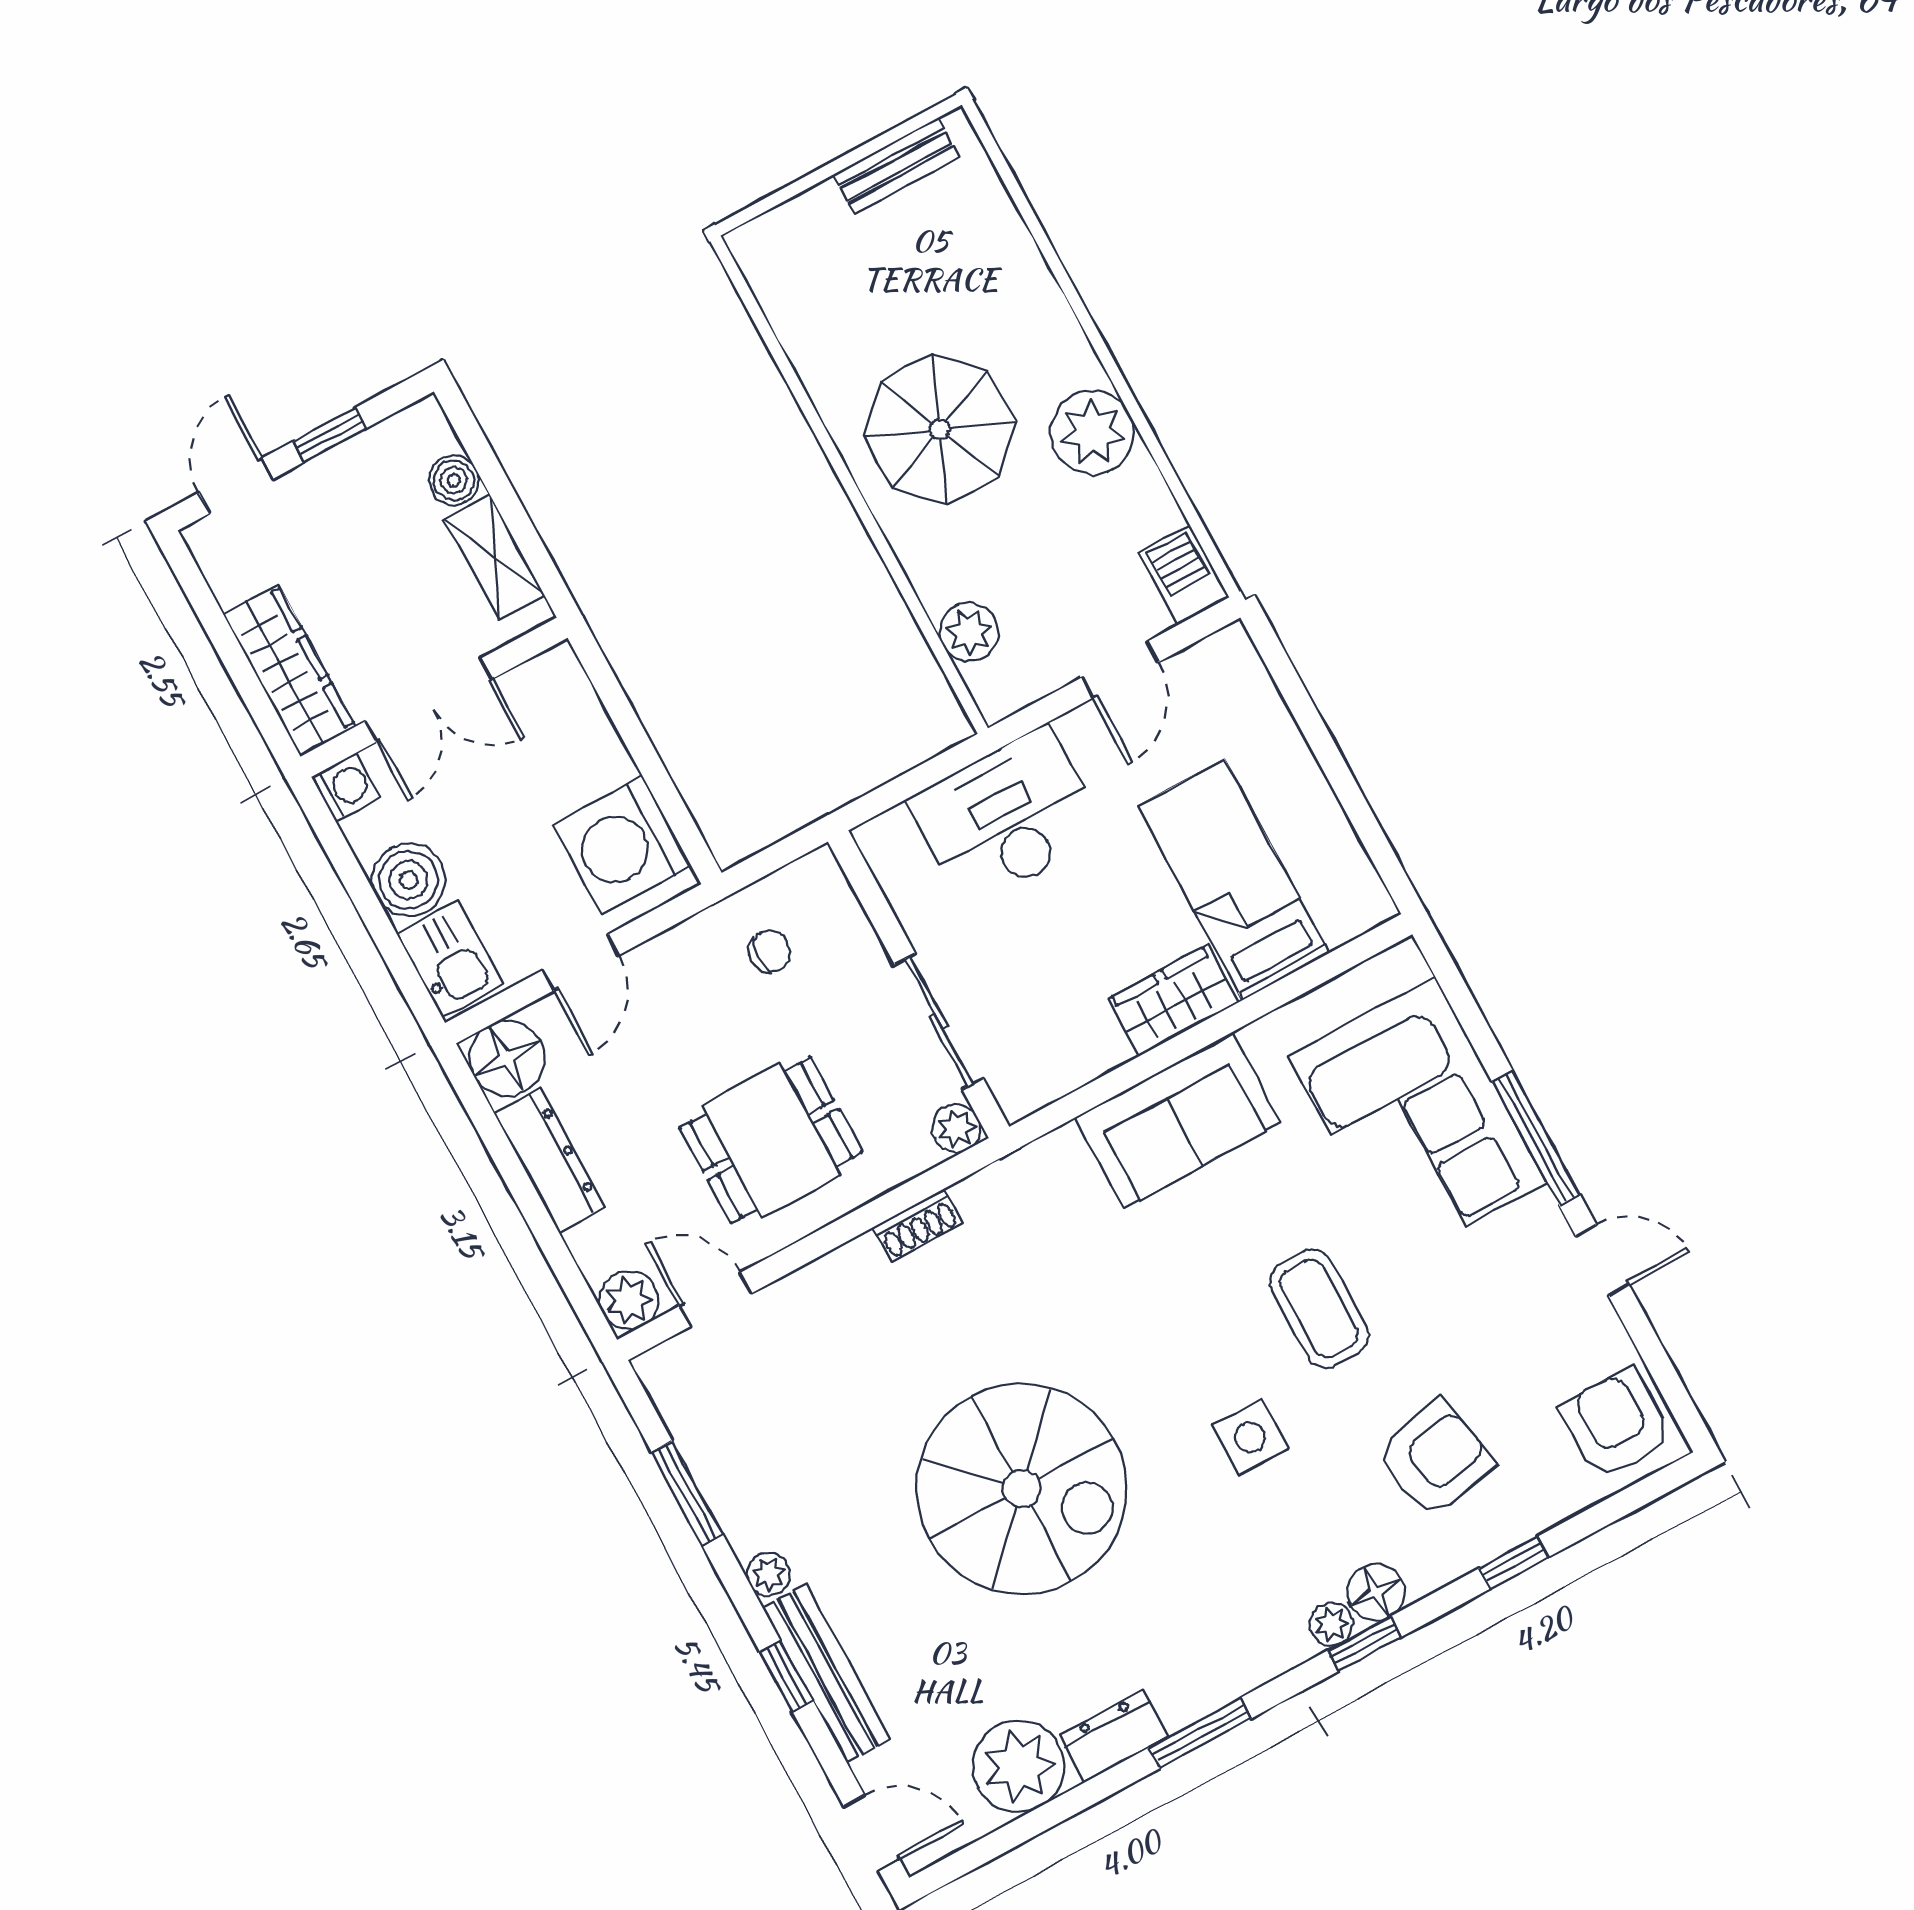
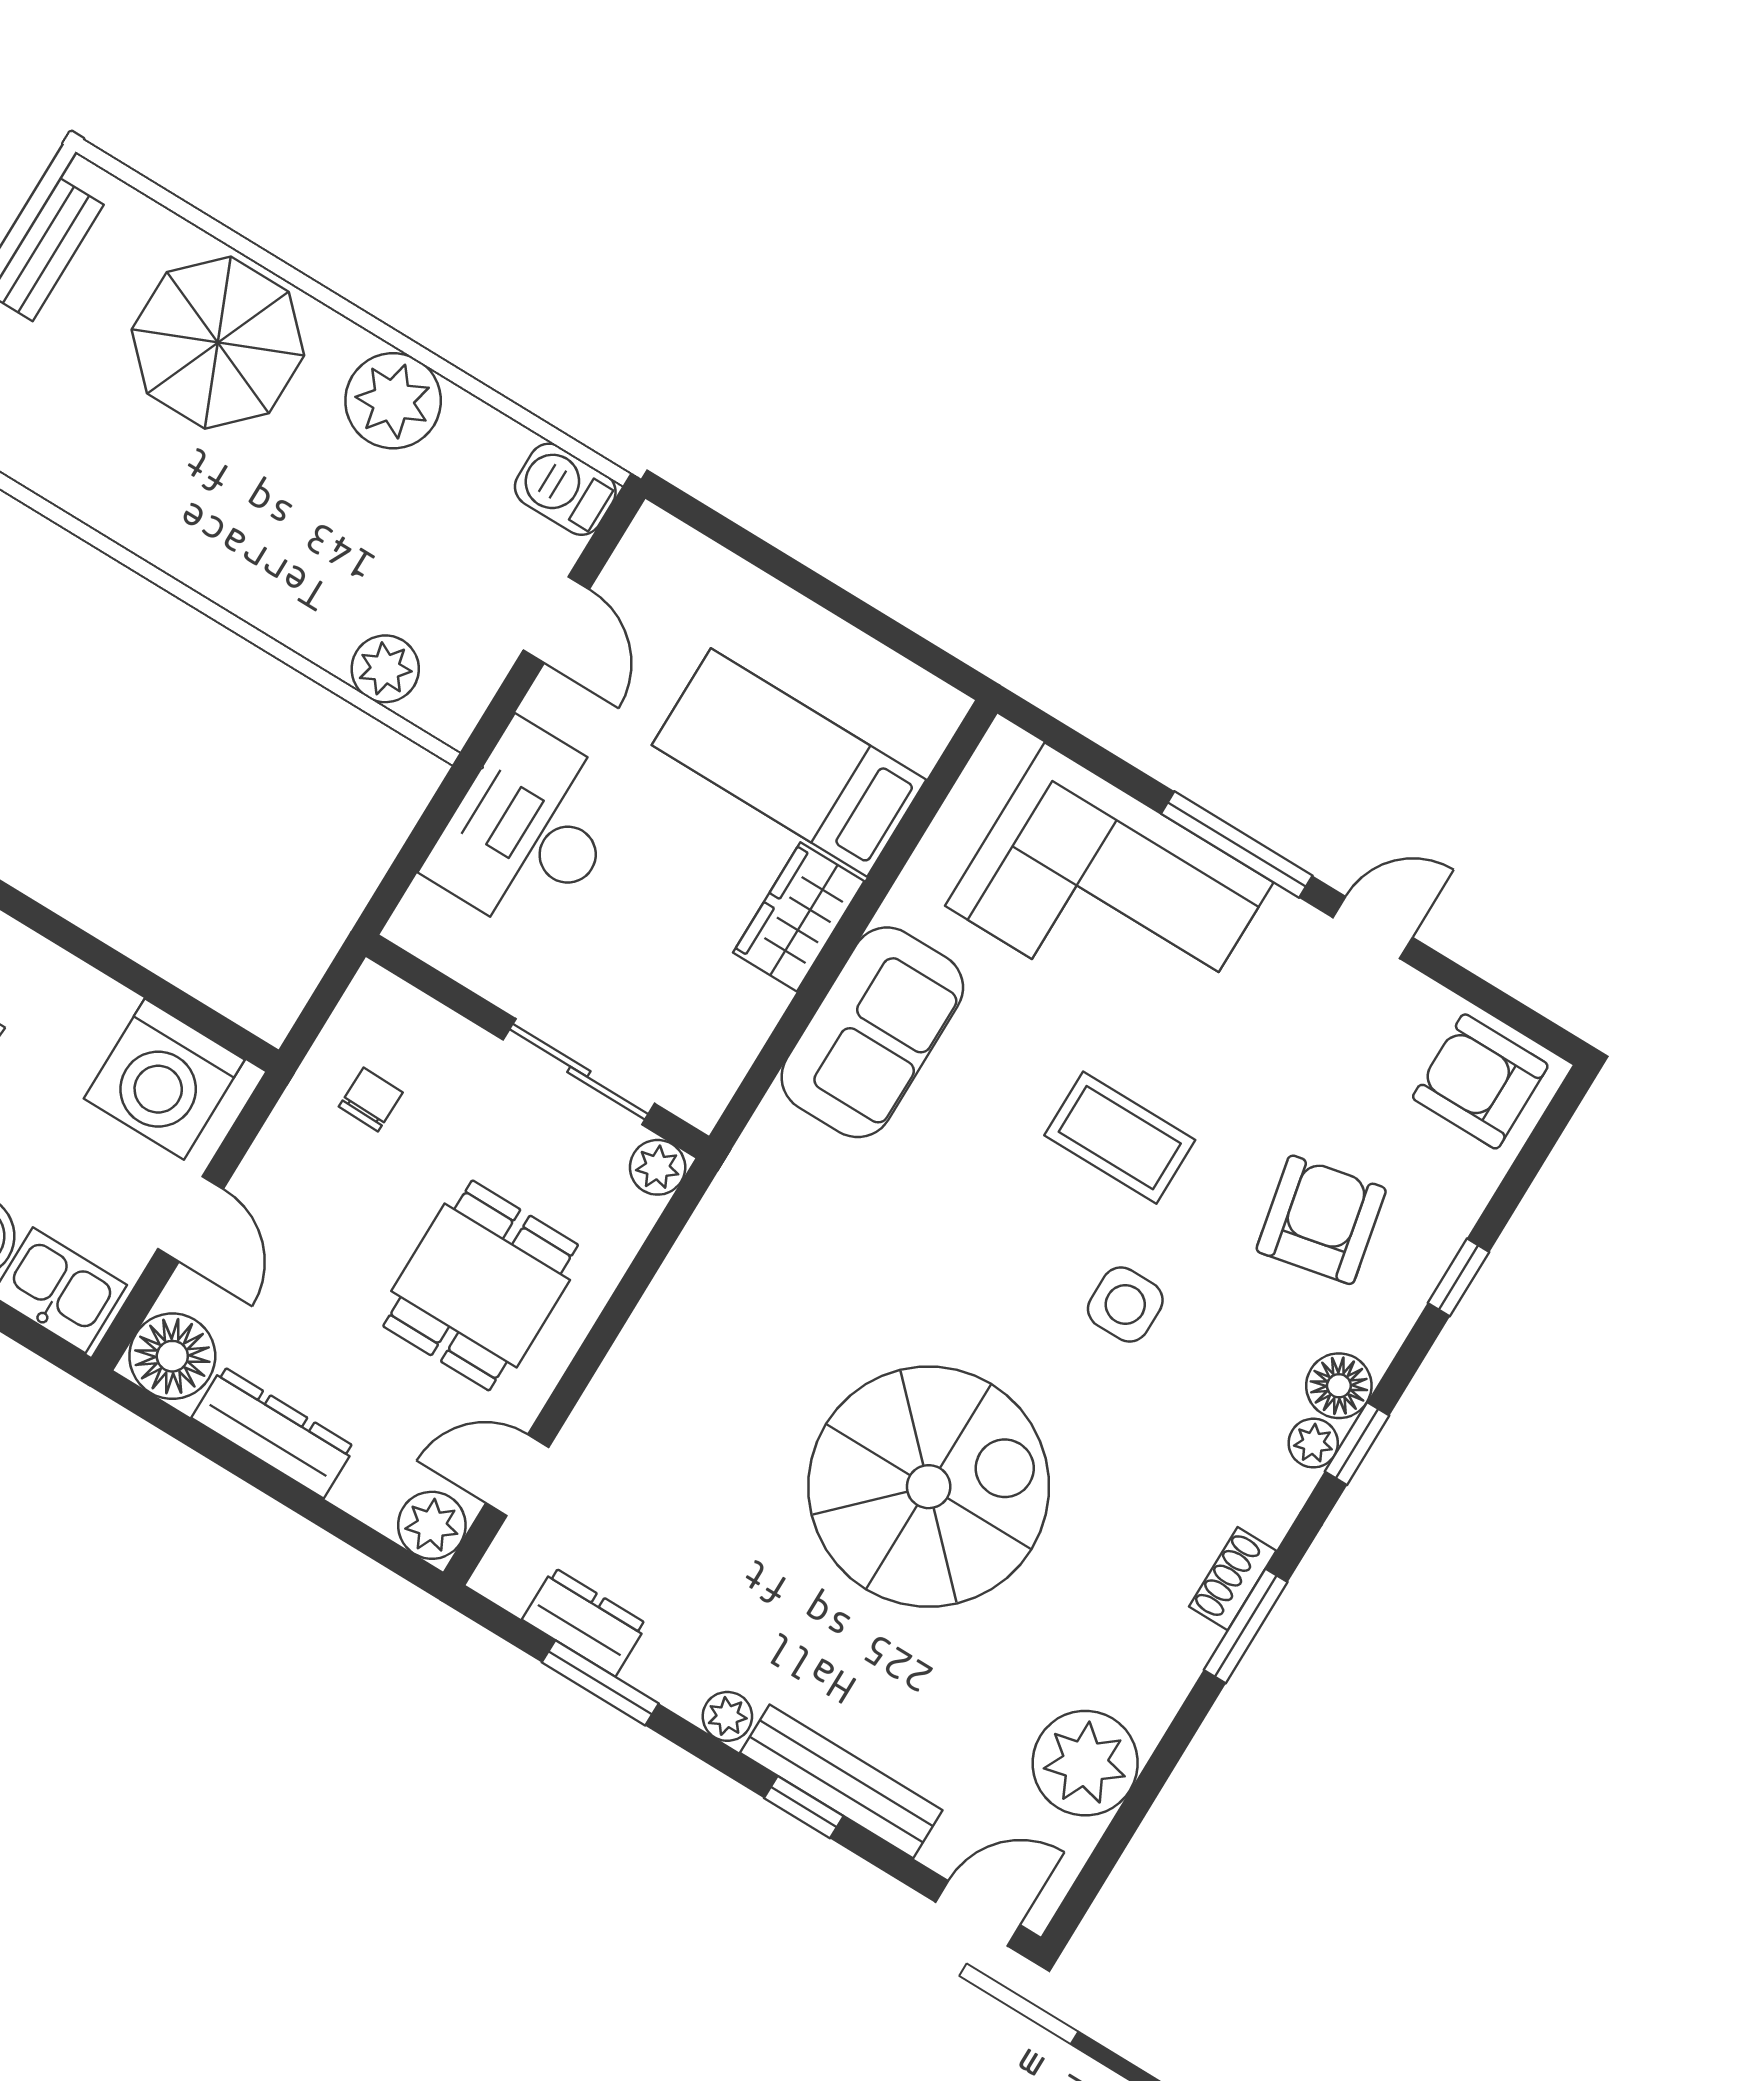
parasol: (940, 429) -> (218, 343), moved
shoe rack: (918, 1225) -> (1233, 1579), moved, turned 180
dresser: (1114, 1736) -> (585, 1622), moved, turned 90

